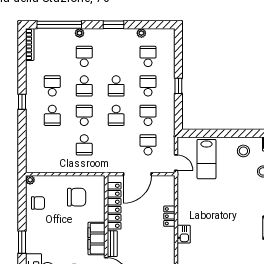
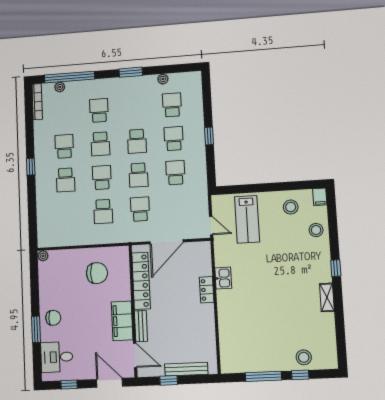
plant: (80, 33) -> (60, 87), moved
school desk: (148, 145) -> (140, 209), moved
chair: (38, 203) -> (53, 318), moved
kitchen sink: (184, 234) -> (223, 278), moved

